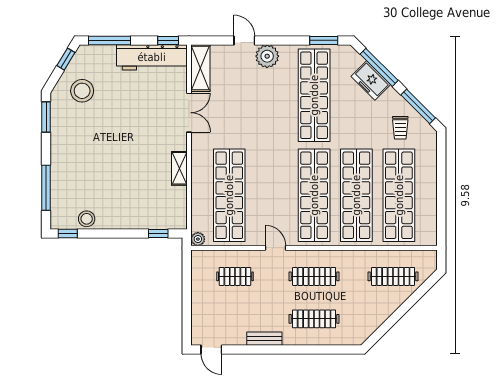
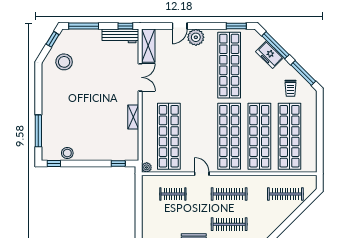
door: (244, 40) -> (180, 26), swing flipped
workbench: (152, 57) -> (120, 36), width x0.73, depth x0.76
window: (46, 117) -> (38, 81), removed

